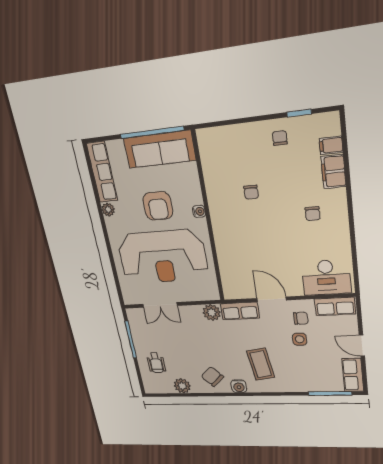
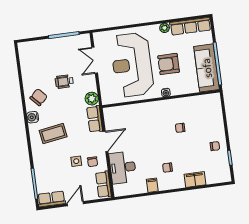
filing cabinet: (331, 145) -> (152, 185), moved
desk: (326, 277) -> (123, 167), moved
wheelchair: (156, 363) -> (64, 81), moved
plant: (182, 386) -> (28, 73), removed

